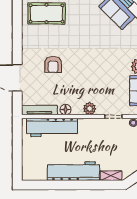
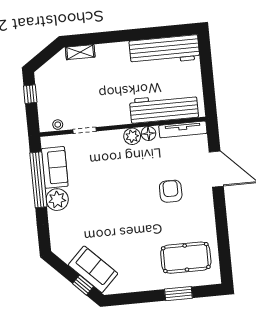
plant: (90, 109) -> (132, 136), moved
workbench: (73, 171) -> (164, 50), moved

